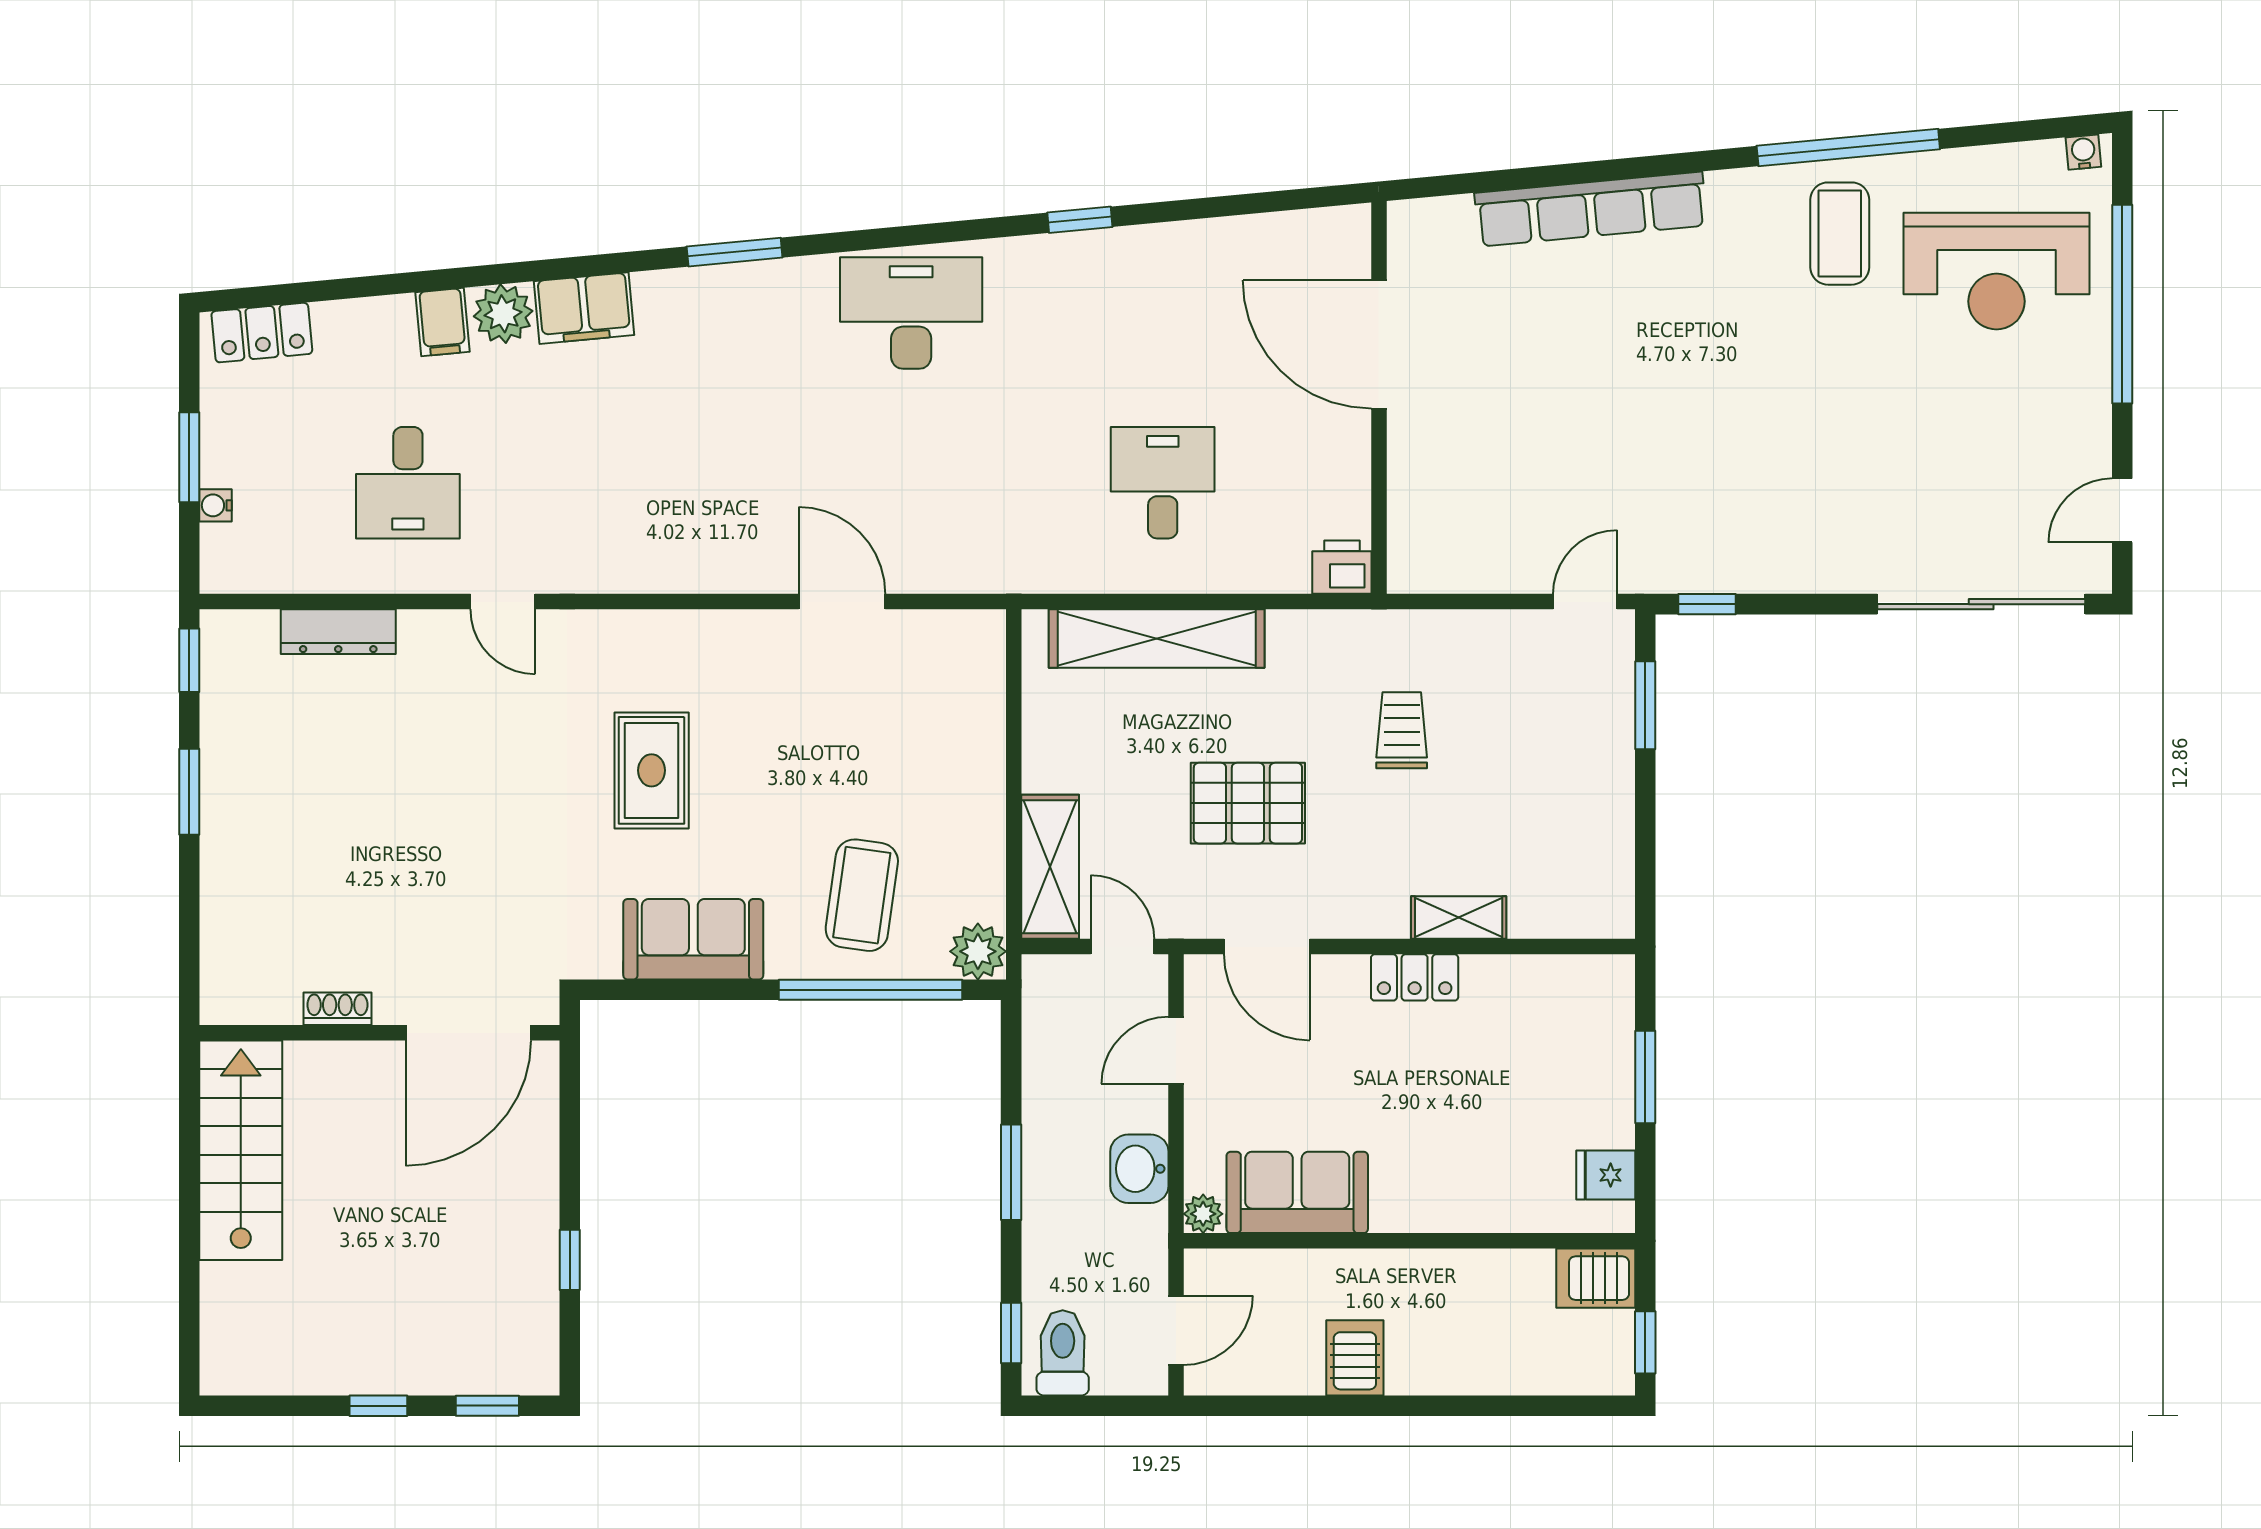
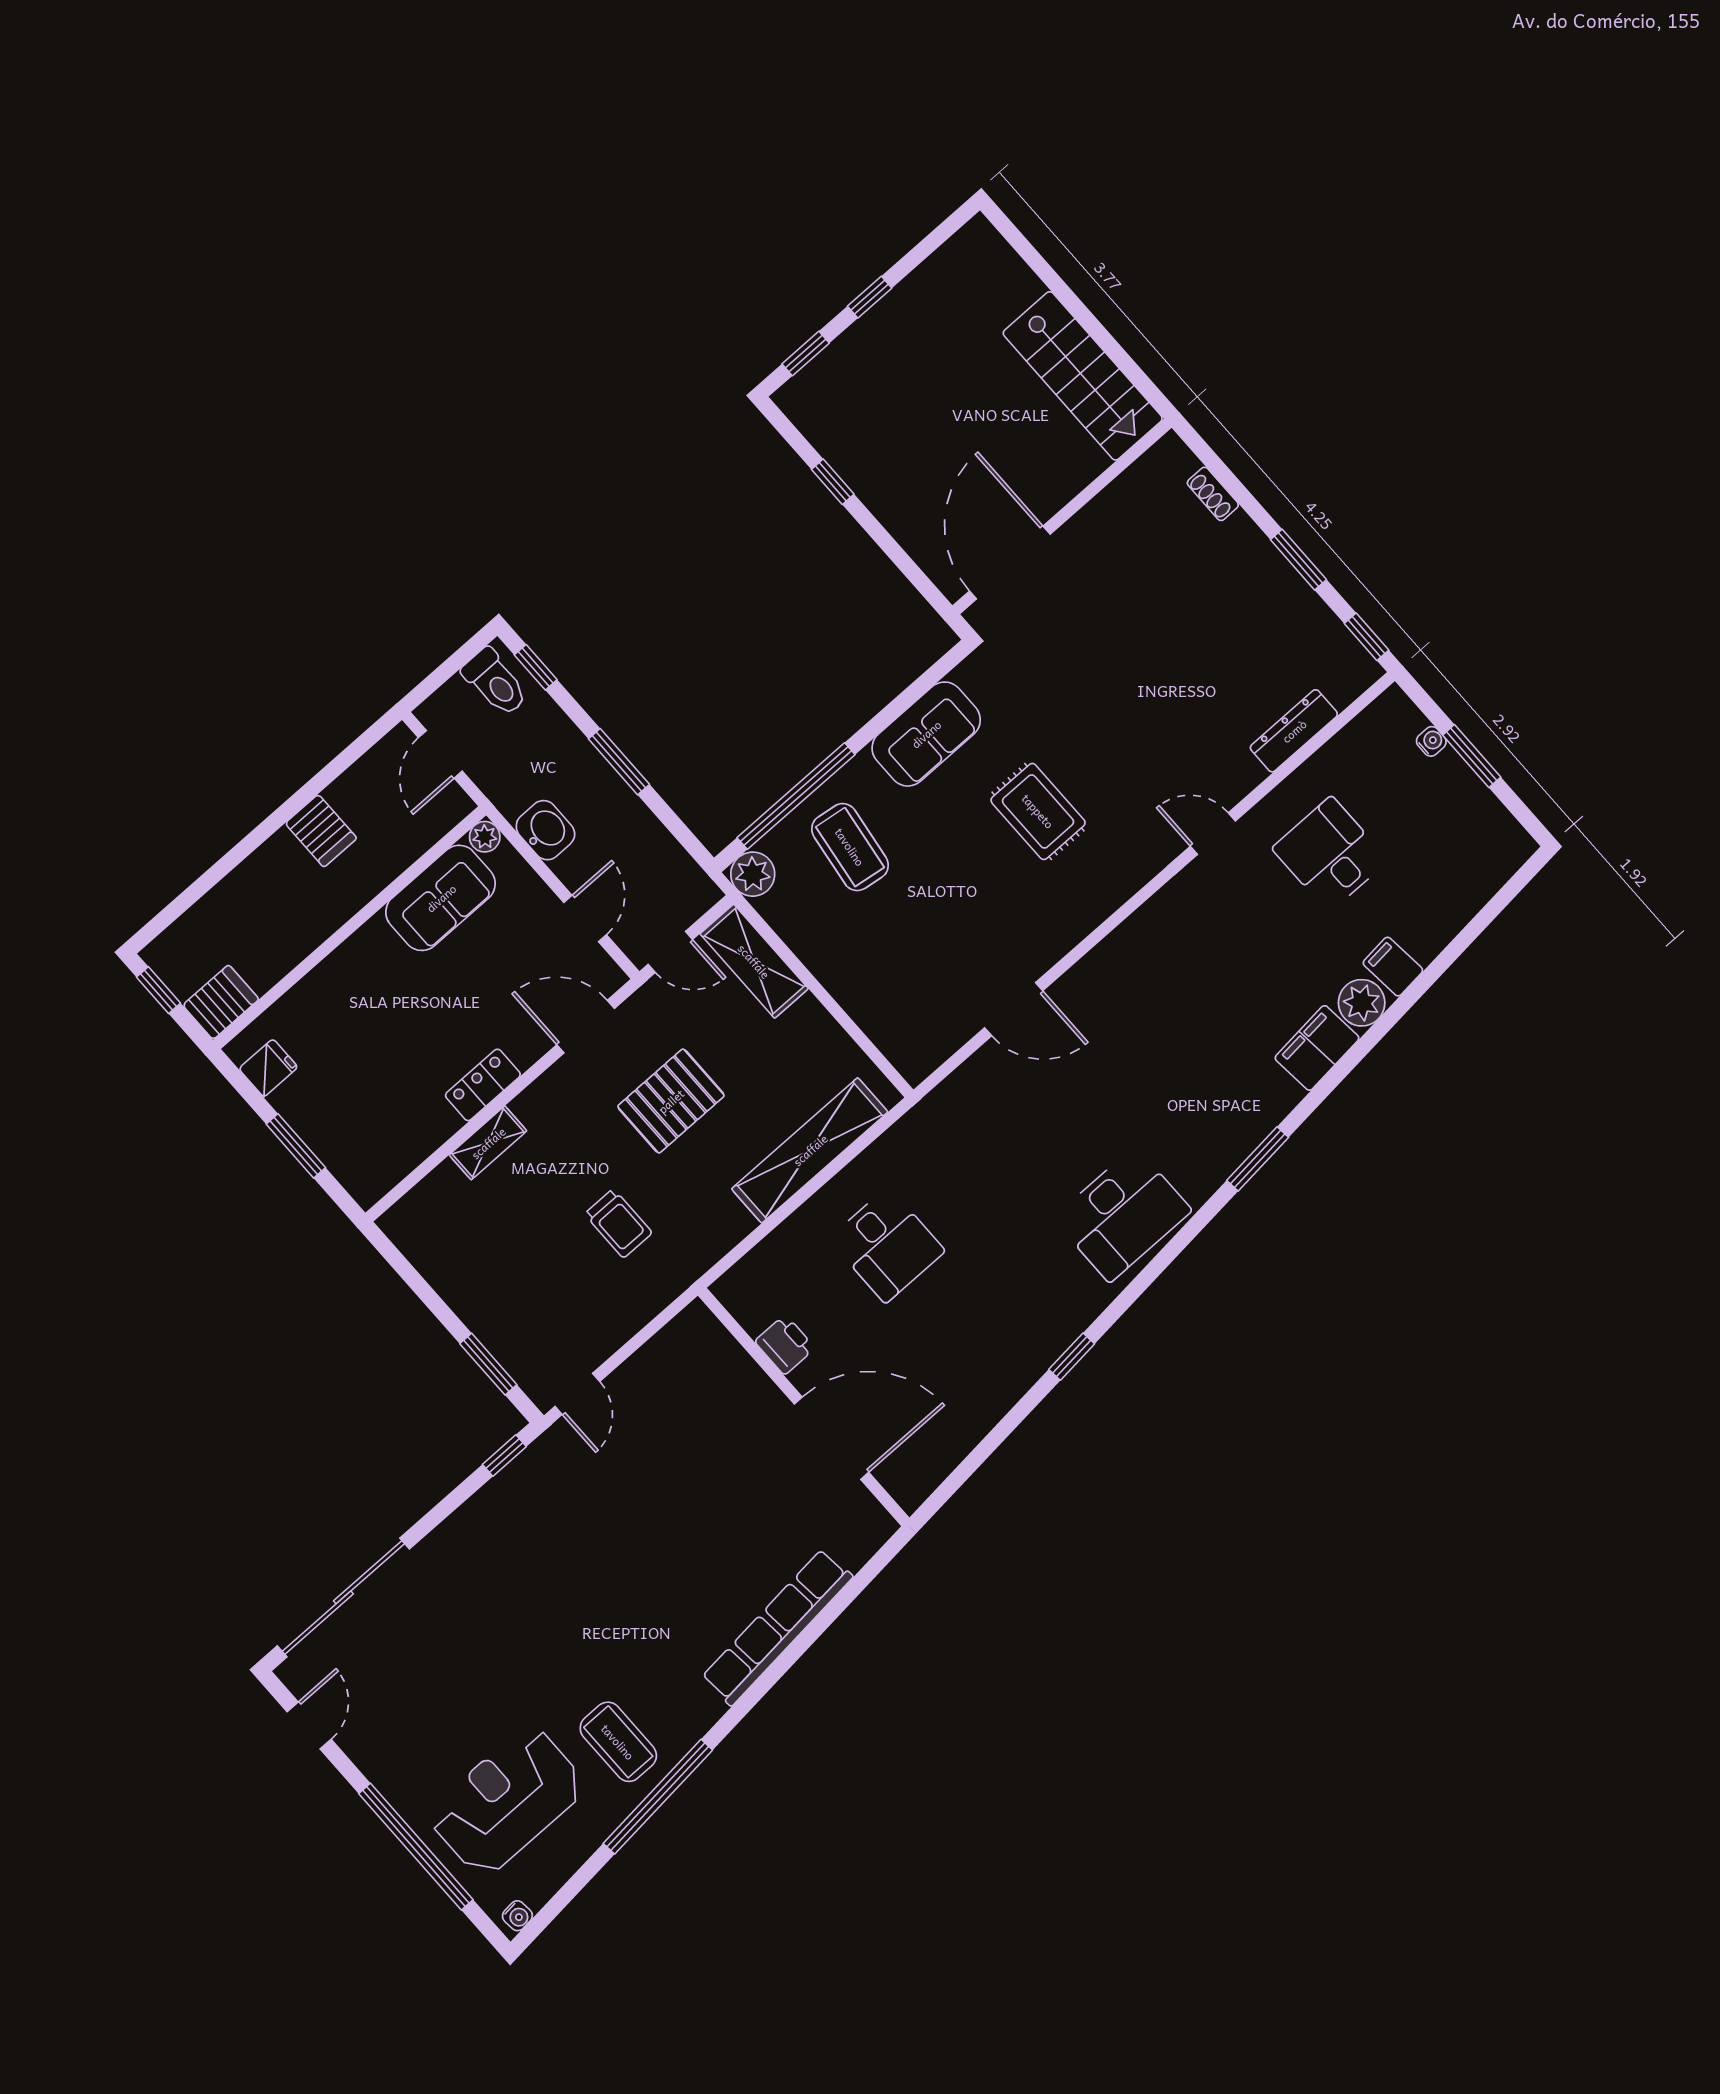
locker: (262, 333) -> (1494, 867), removed
printer: (1342, 567) -> (785, 1345), moved, turned -90
shoe rack: (337, 1009) -> (1213, 494), moved, turned 90

